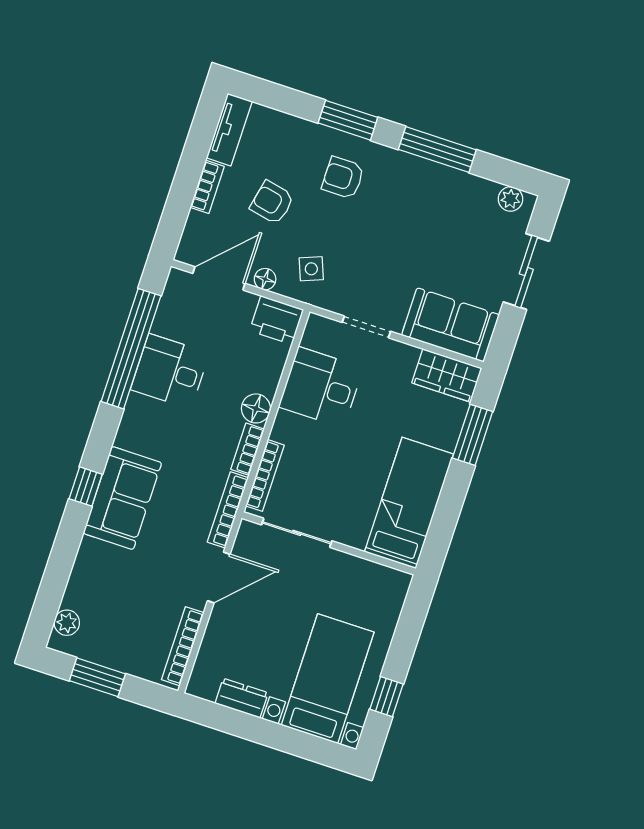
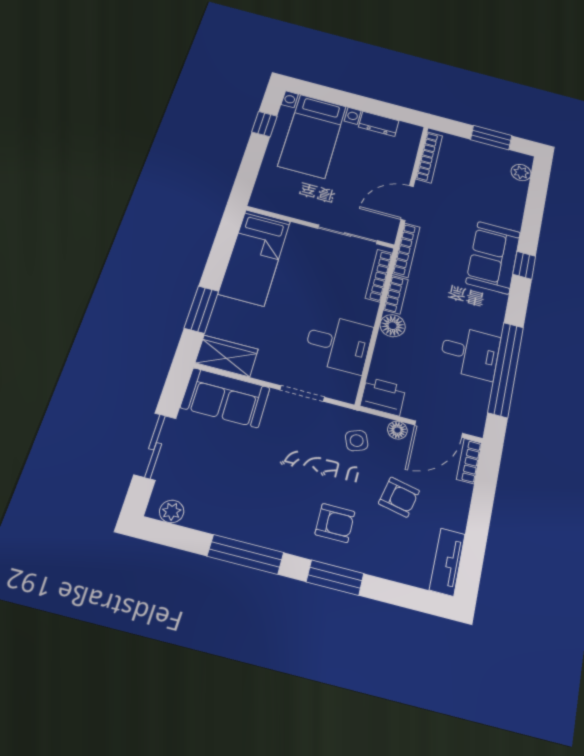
bookcase: (207, 187) -> (469, 461), moved

